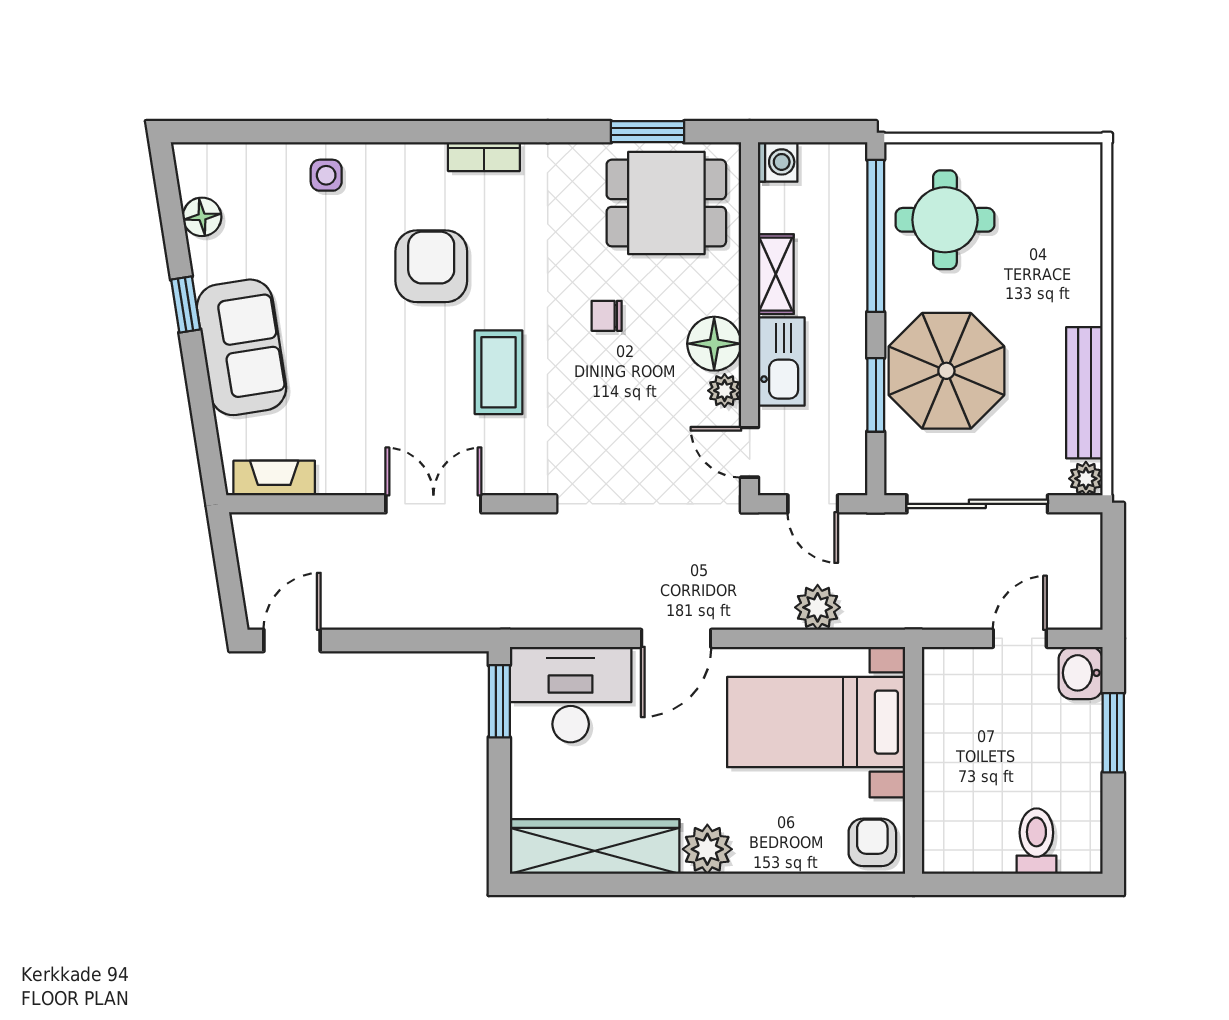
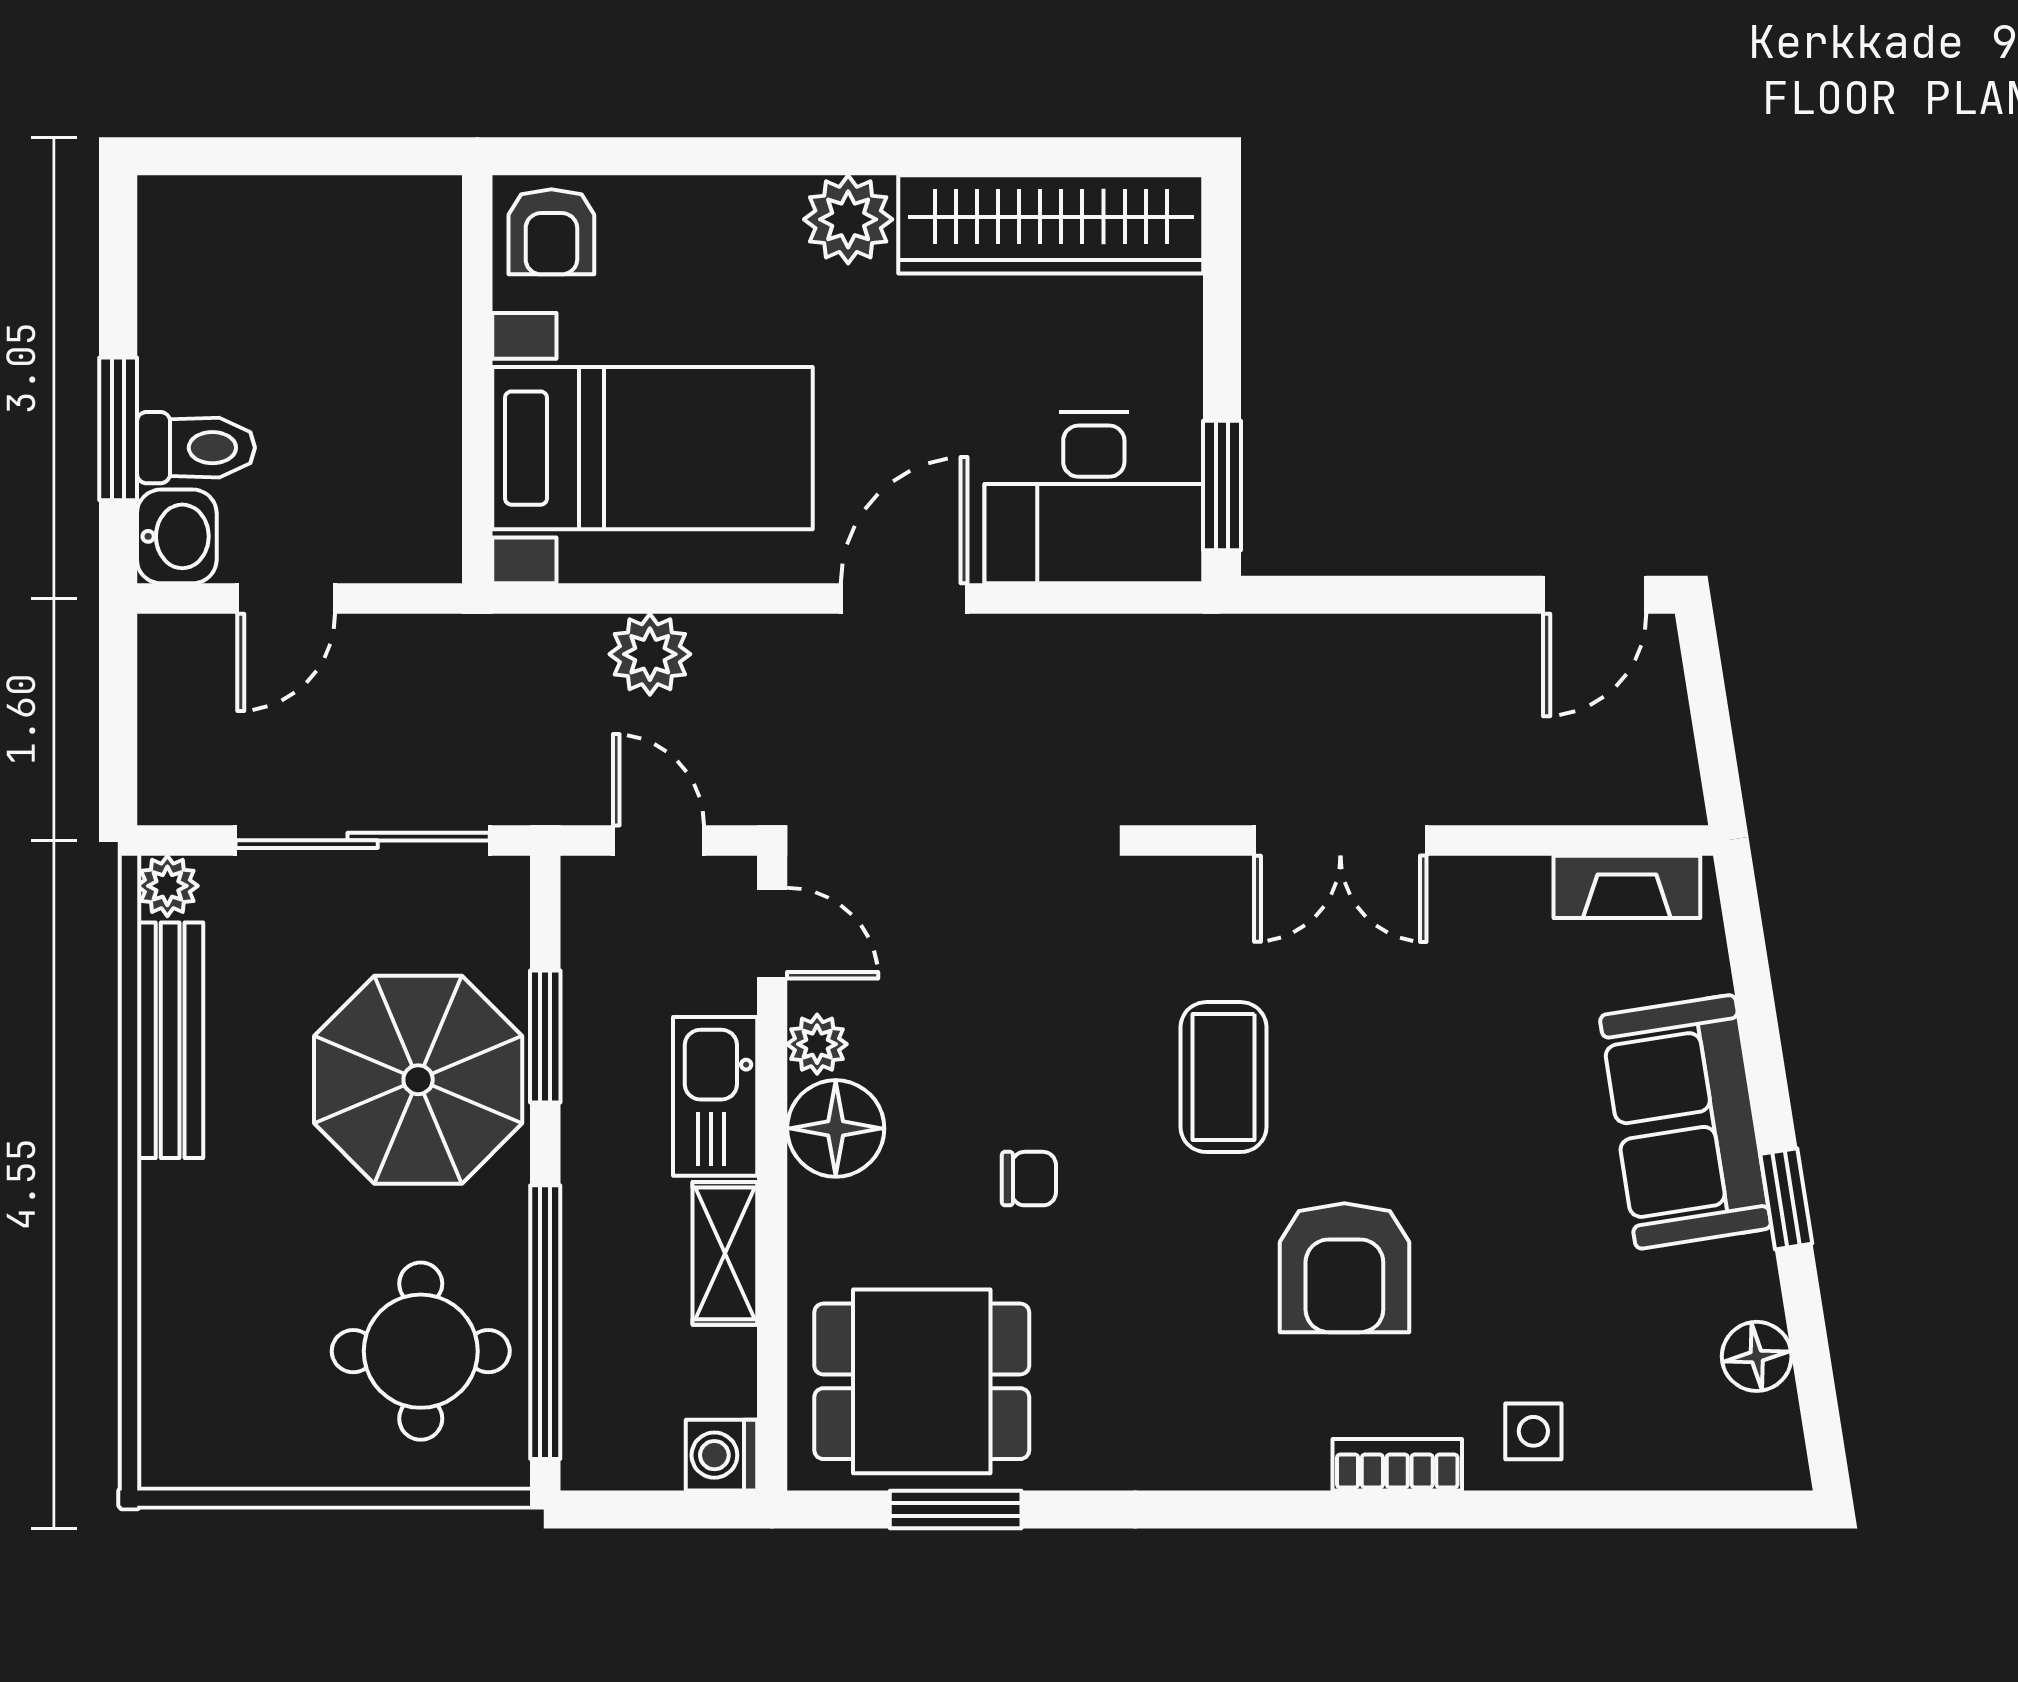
bookcase: (484, 157) -> (1397, 1465), moved
toilet: (1036, 841) -> (196, 448), moved, turned -90

